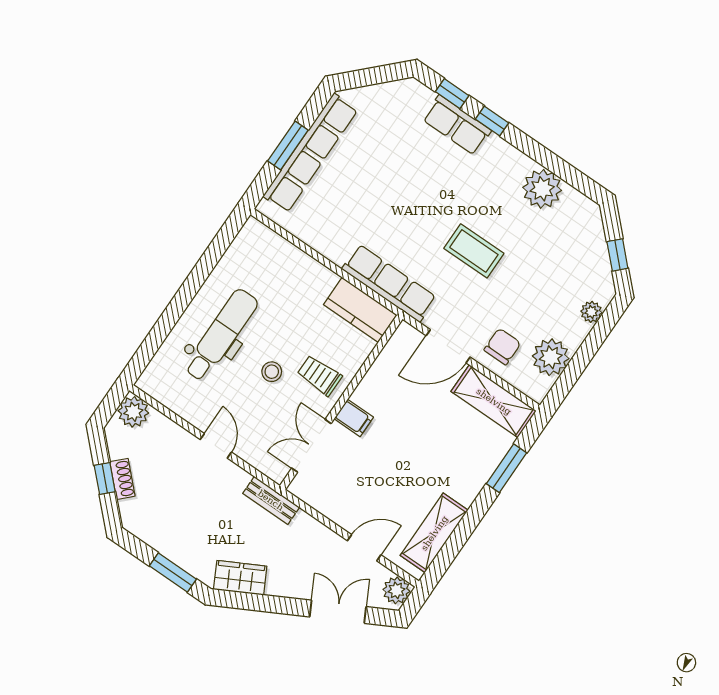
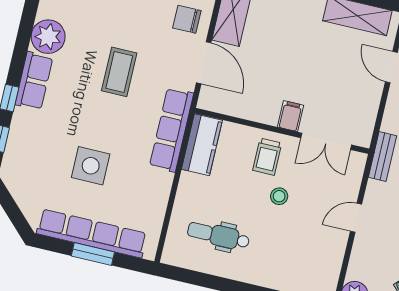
row of seats: (457, 125) -> (34, 81), moved
side table: (384, 180) -> (91, 166), added
dental chair: (221, 335) -> (218, 236), moved, width x0.73, depth x0.72

